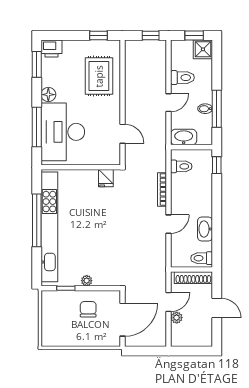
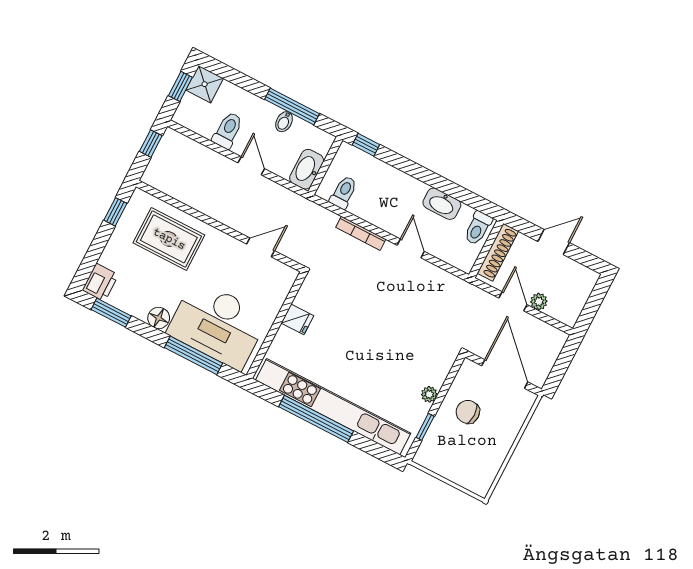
fridge: (106, 178) -> (297, 319), moved

